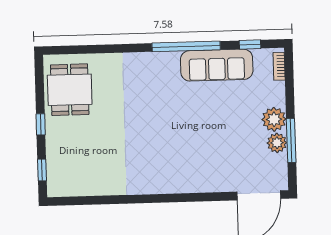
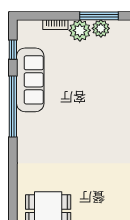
bookcase: (279, 66) -> (55, 25), moved

